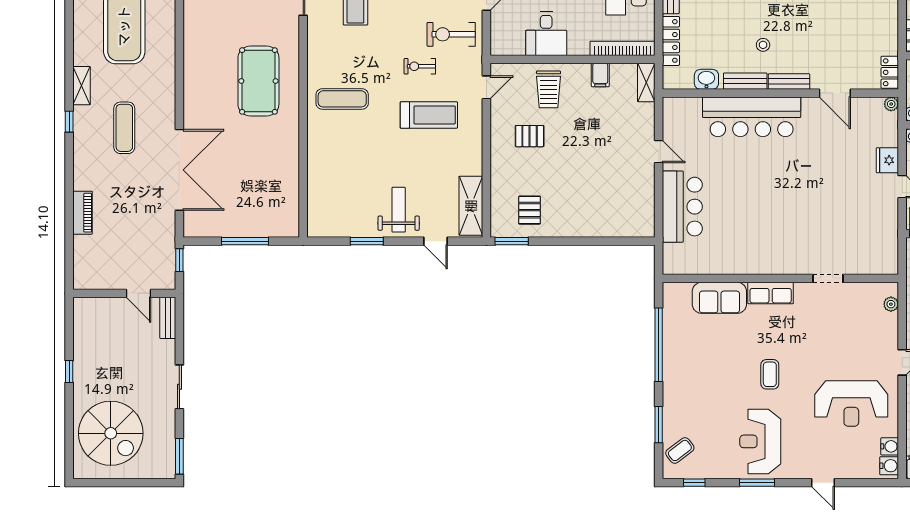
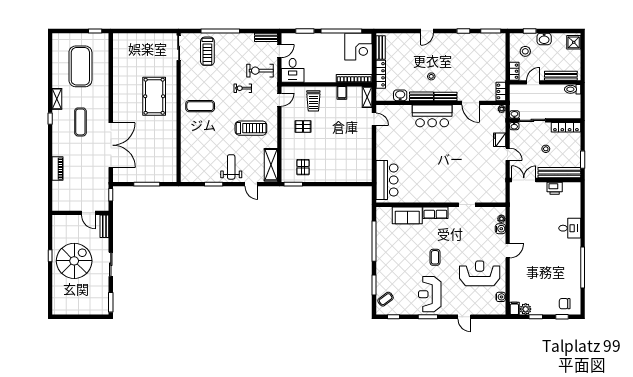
desk: (546, 34) -> (293, 70), moved
treadmill: (429, 115) -> (251, 128), moved
bar counter: (752, 117) -> (432, 116), width x0.73
door: (659, 152) -> (374, 119), moved
bar counter: (682, 207) -> (387, 180), moved
reception desk: (851, 403) -> (480, 273), turned 180
spiral stairs: (111, 433) -> (74, 261), moved, turned -90
water cooler: (889, 466) -> (500, 229), moved

